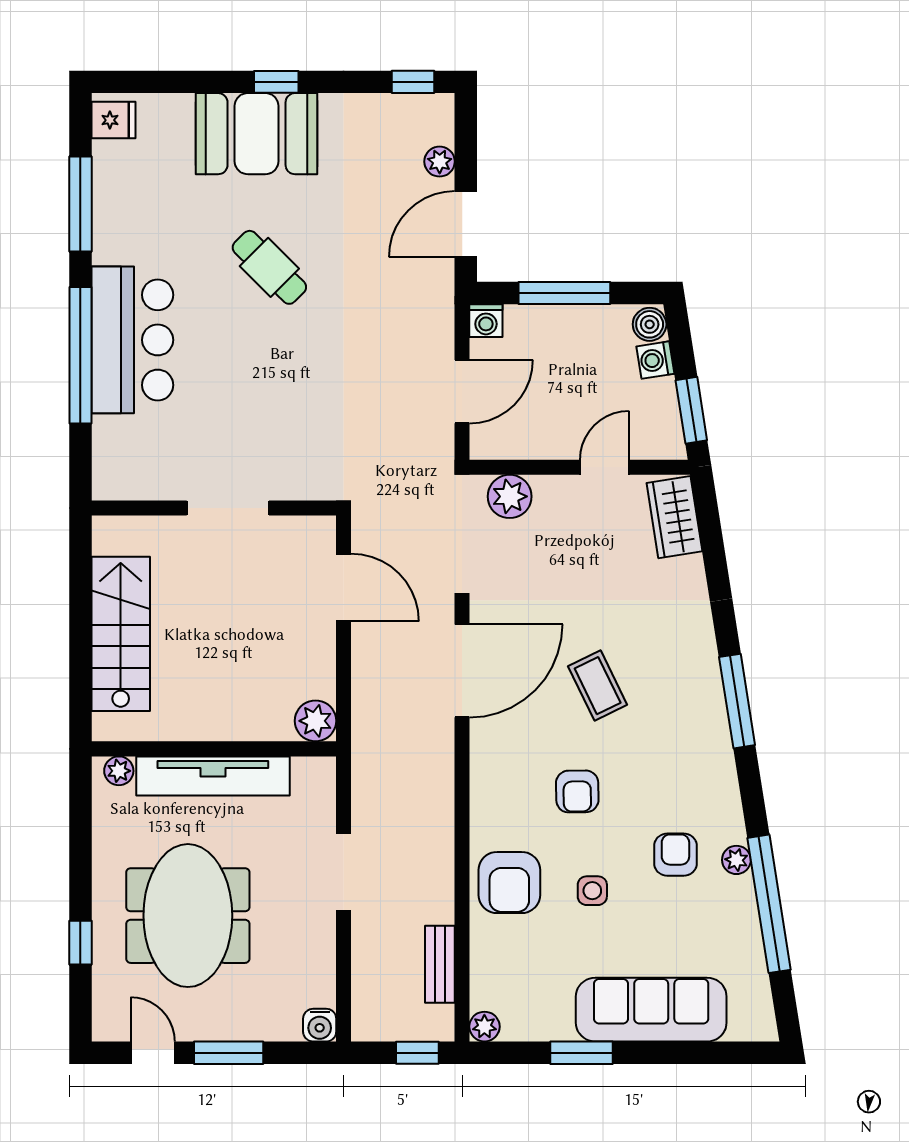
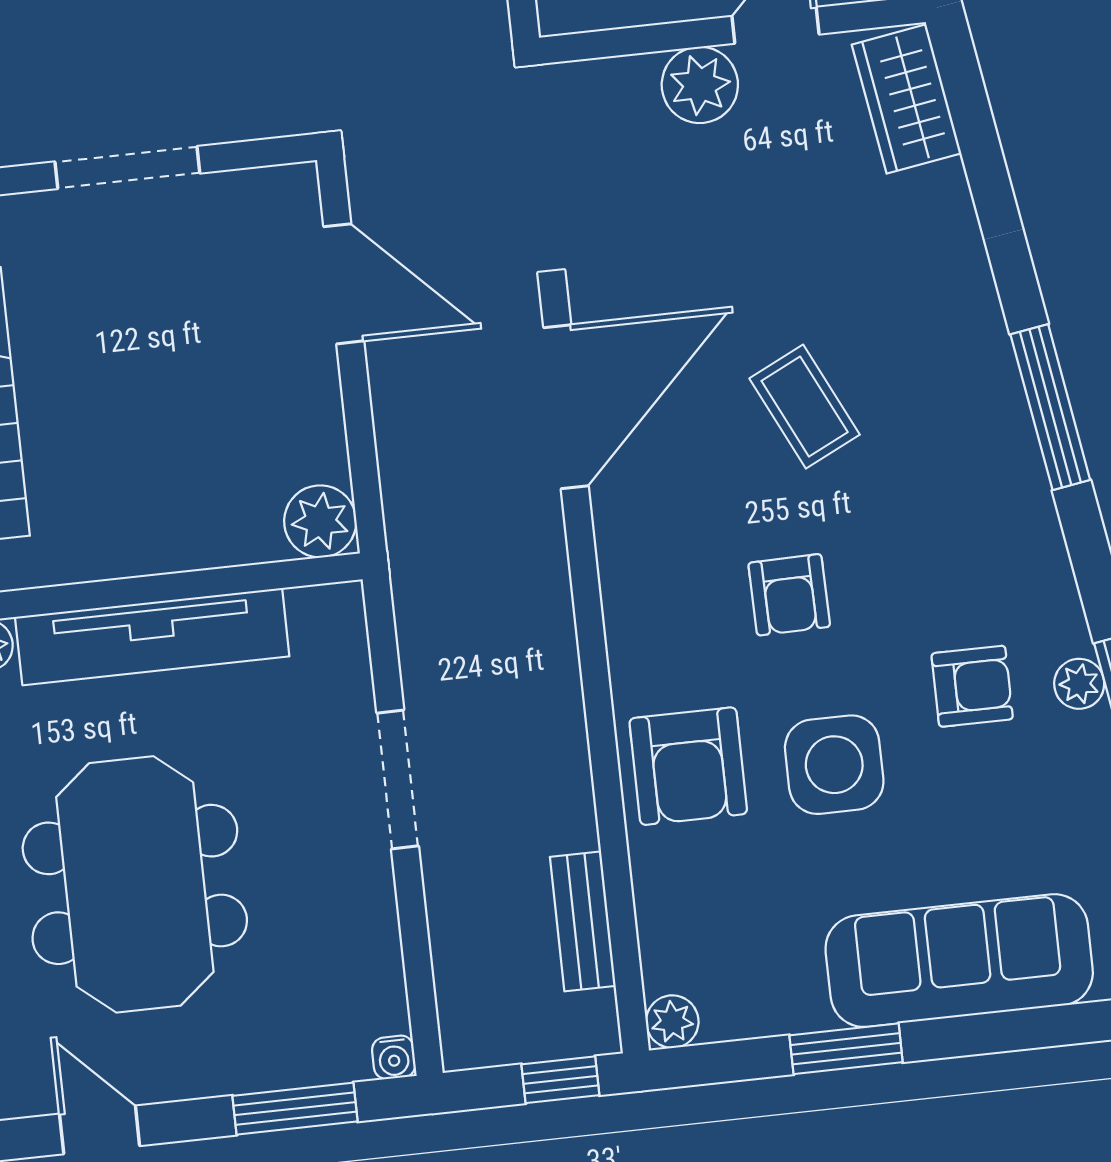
plant: (510, 496) -> (700, 85), moved
armchair: (675, 855) -> (972, 686), turned 90
side table: (592, 891) -> (834, 765), width x1.87, depth x1.87
water cooler: (320, 1025) -> (394, 1057), width x0.72, depth x0.72
window: (229, 1053) -> (295, 1109), moved

